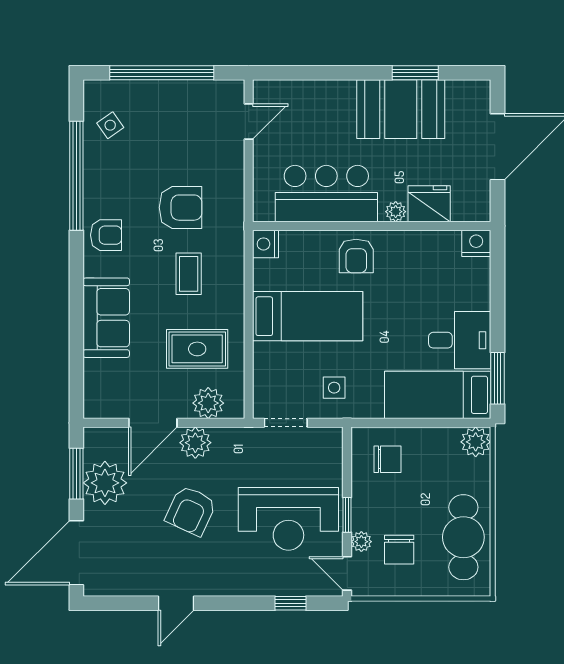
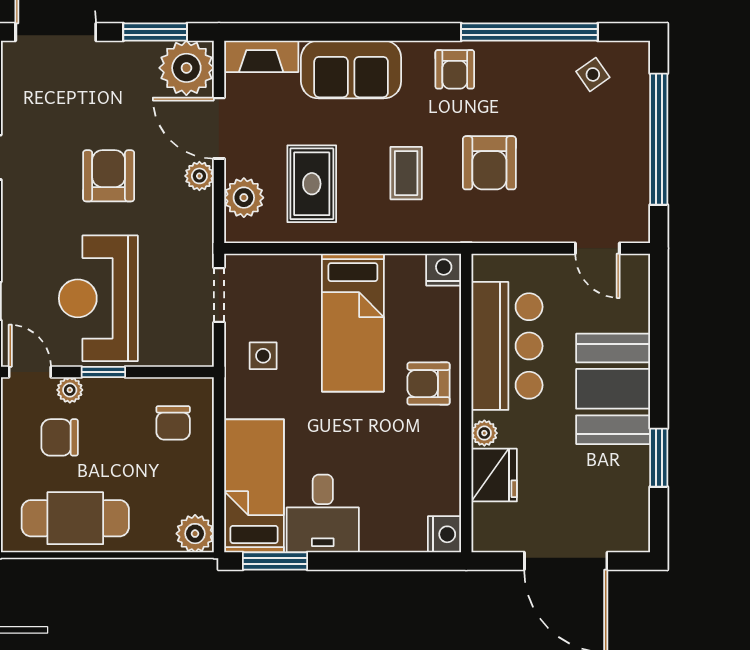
booth: (401, 109) -> (613, 389), moved
coffee table: (189, 274) -> (406, 173), turned 90
fireplace: (96, 389) -> (261, 56), added
plant: (195, 443) -> (199, 176), width x0.73, depth x0.73
plant: (105, 483) -> (186, 68), moved
armchair: (191, 511) -> (109, 176), turned 65
door: (347, 573) -> (30, 372), hinge flipped

